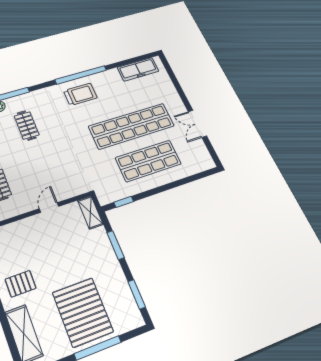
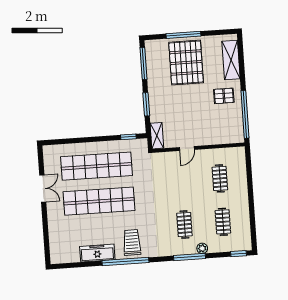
freezer: (138, 69) -> (97, 253), moved
trolley: (80, 94) -> (132, 242), turned 90
shop shelf: (148, 161) -> (97, 166), width x1.40
window: (137, 294) -> (143, 63), width x1.44

